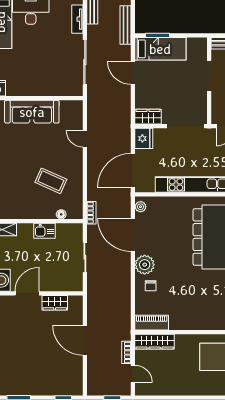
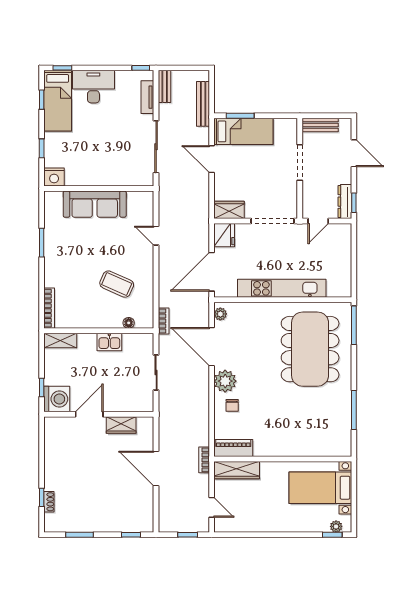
bookcase: (126, 352) -> (204, 460), moved

